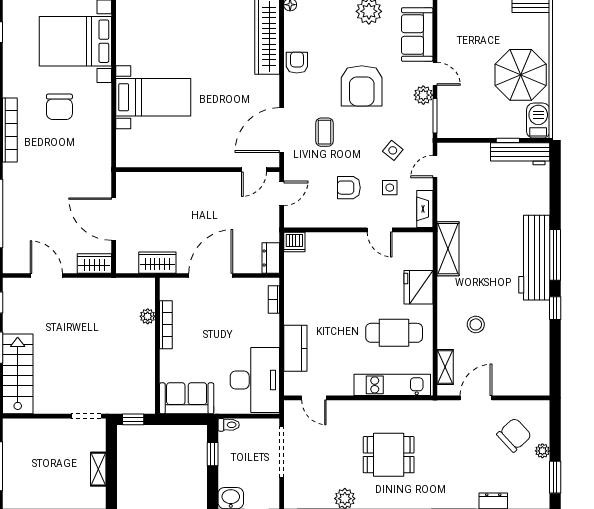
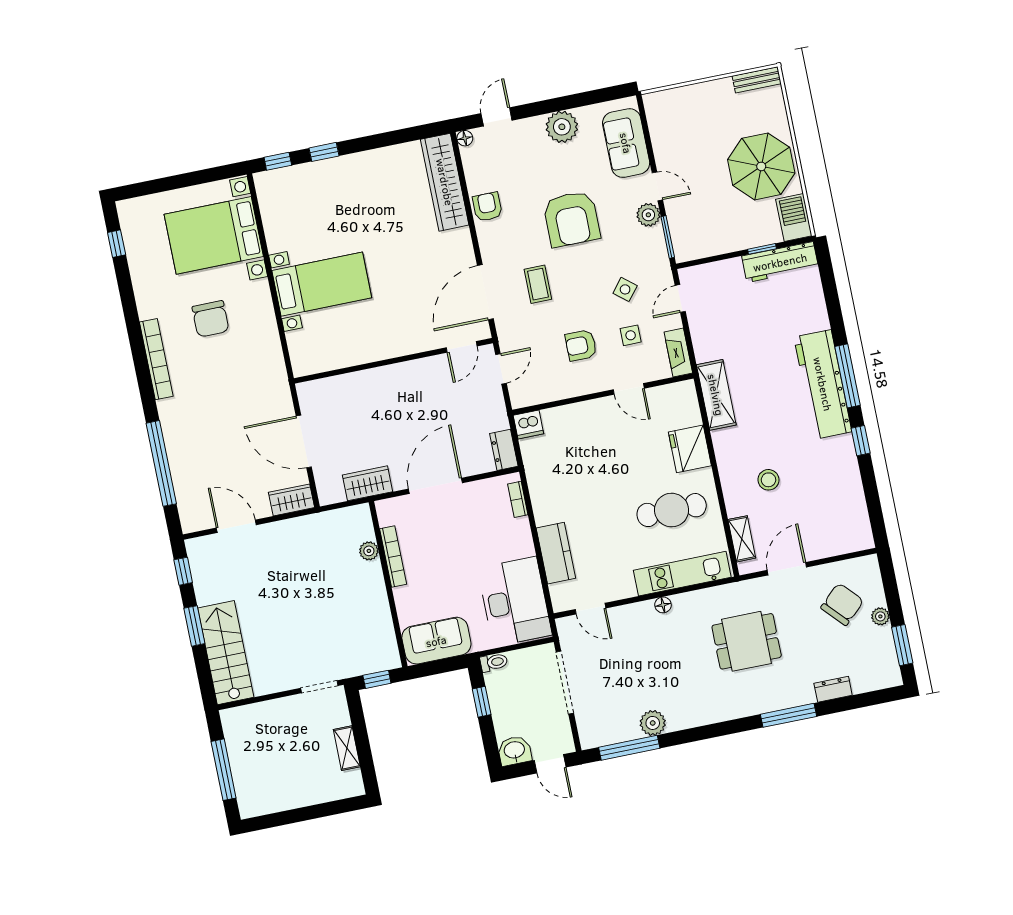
floor lamp: (372, 407) -> (663, 605), added
dining table: (389, 455) -> (747, 641), moved

